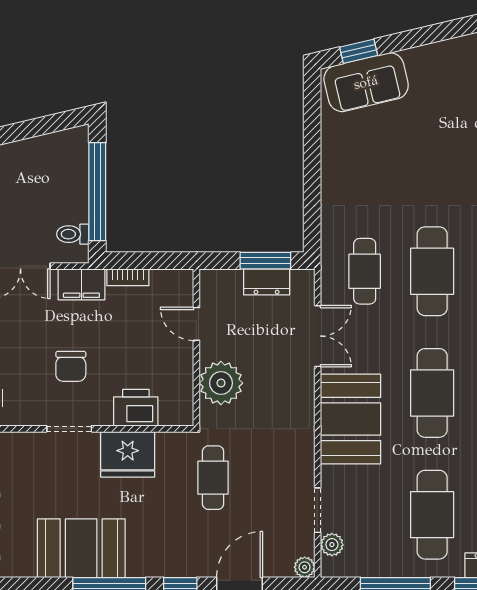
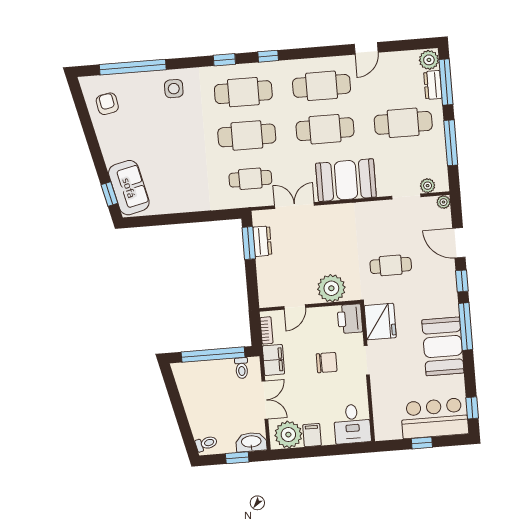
door: (196, 324) -> (295, 307), moved
wall: (196, 347) -> (310, 306), moved
plant: (221, 383) -> (331, 288), moved

